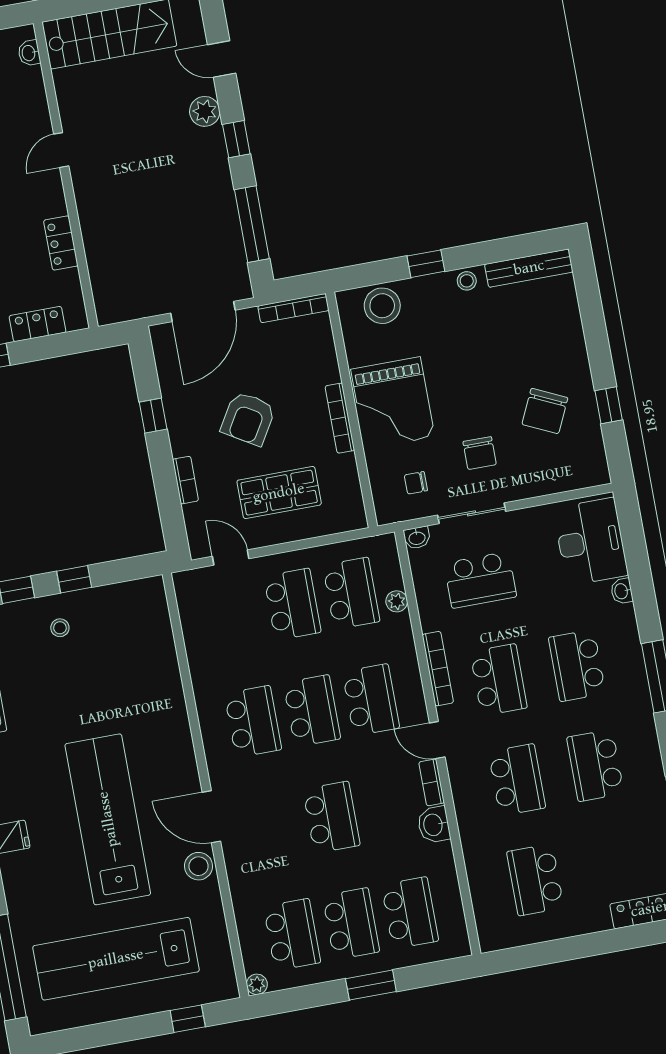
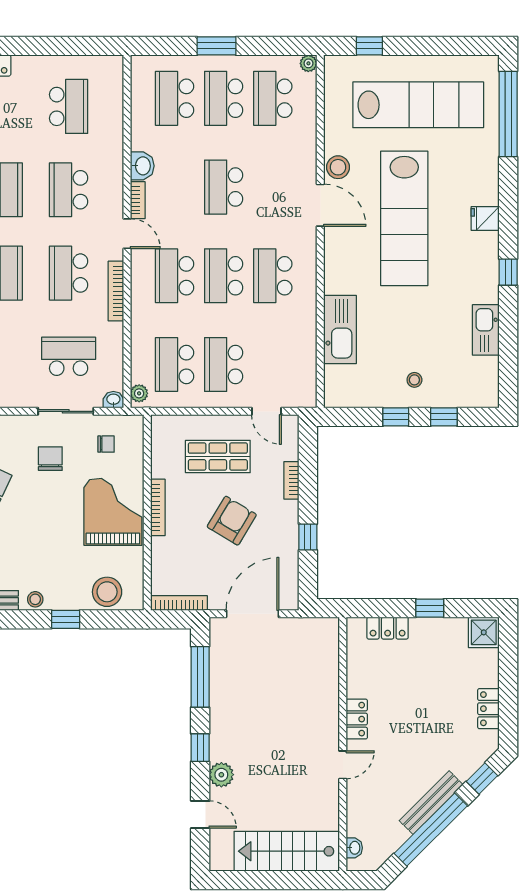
locker: (61, 243) -> (357, 719), moved
plant: (397, 601) -> (139, 393), moved
kitchen sink: (160, 672) -> (340, 329), added

